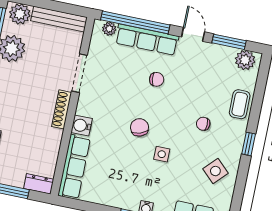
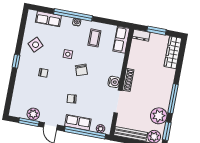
row of seats: (147, 40) -> (78, 123), width x0.68
plant: (245, 60) -> (33, 114), moved
coffee table: (240, 104) -> (94, 38), moved
water cooler: (82, 126) -> (114, 82), moved
row of seats: (74, 167) -> (121, 40), width x0.68

